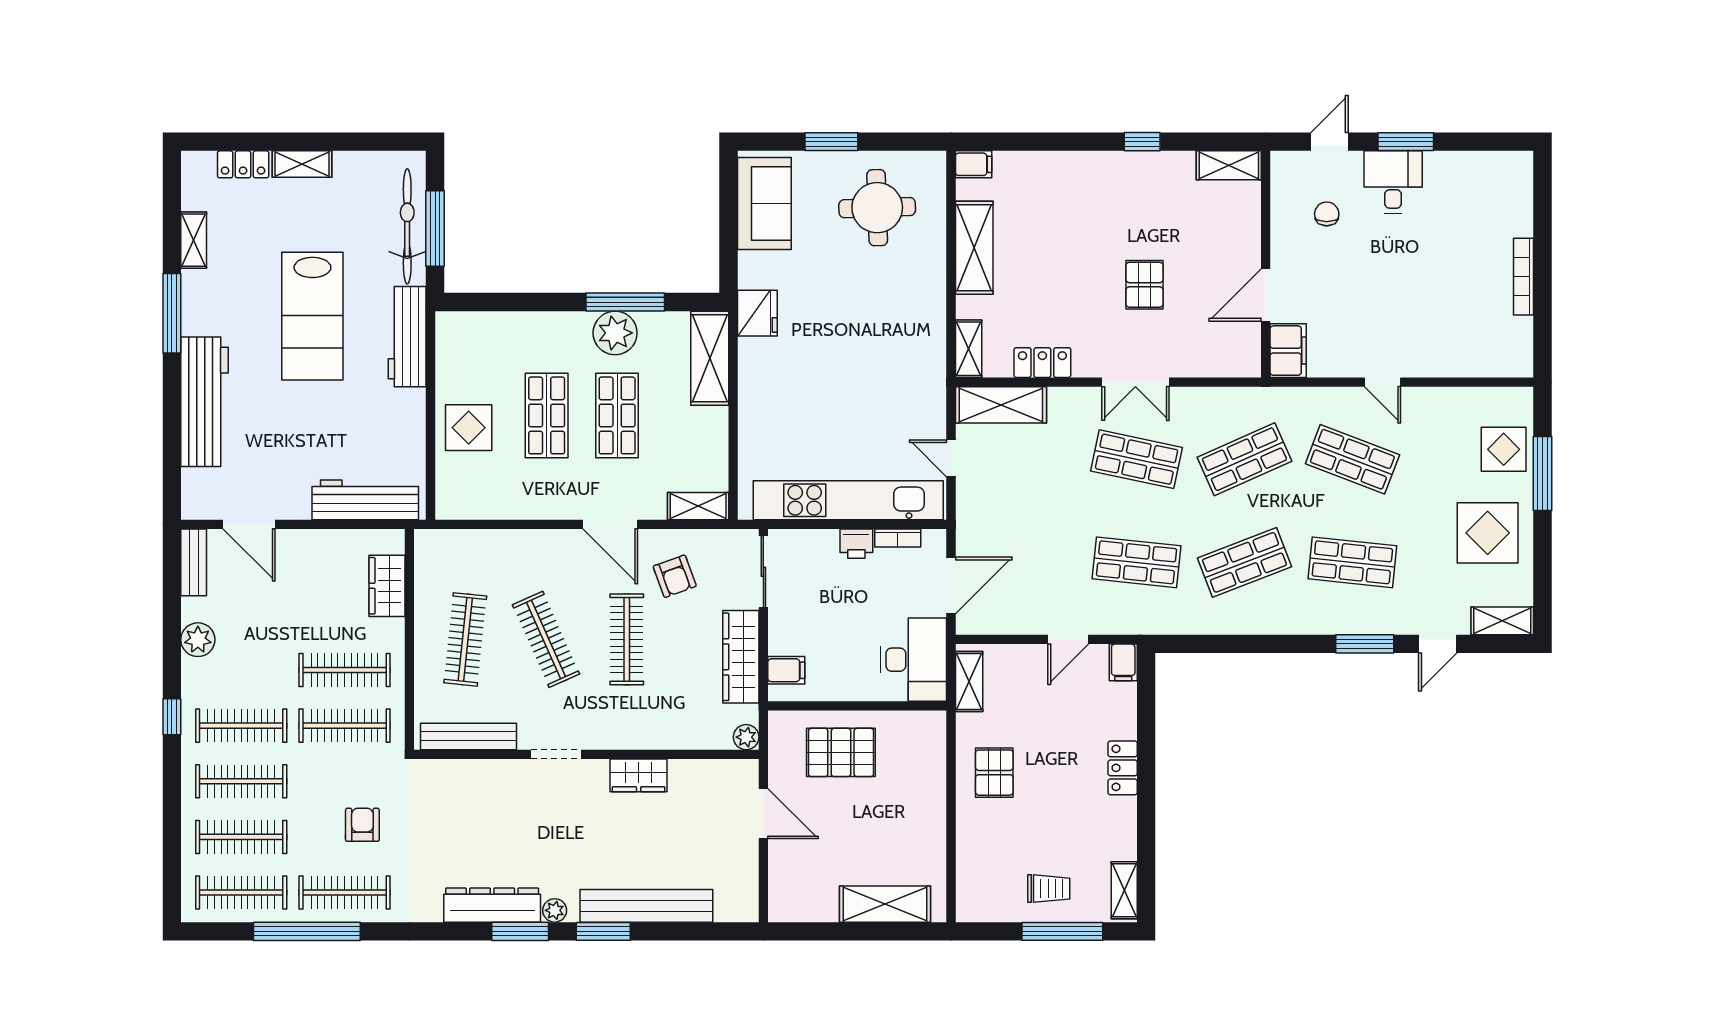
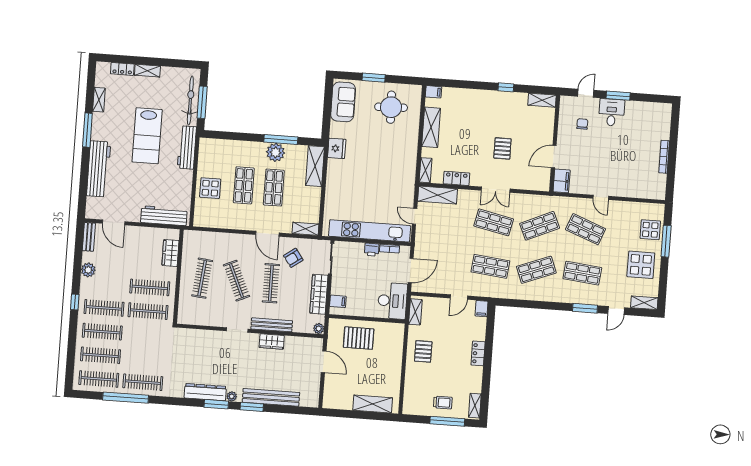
armchair: (675, 576) -> (293, 258), turned 74
bench: (469, 736) -> (272, 325), moved
armchair: (362, 825) -> (153, 354), removed

